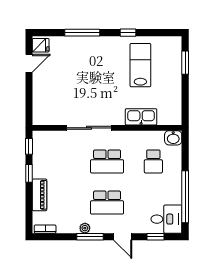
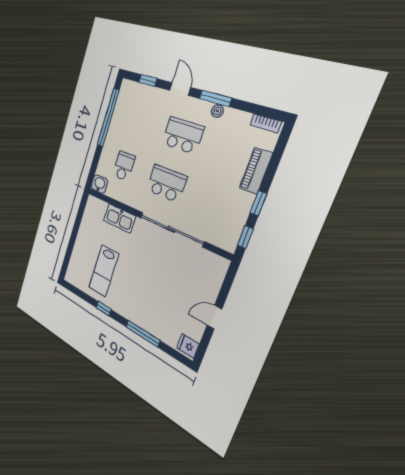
door: (29, 63) -> (214, 317), moved
window: (185, 63) -> (69, 253), removed
sliding door: (89, 128) -> (171, 229), width x1.36
desk: (166, 219) -> (132, 98), removed

